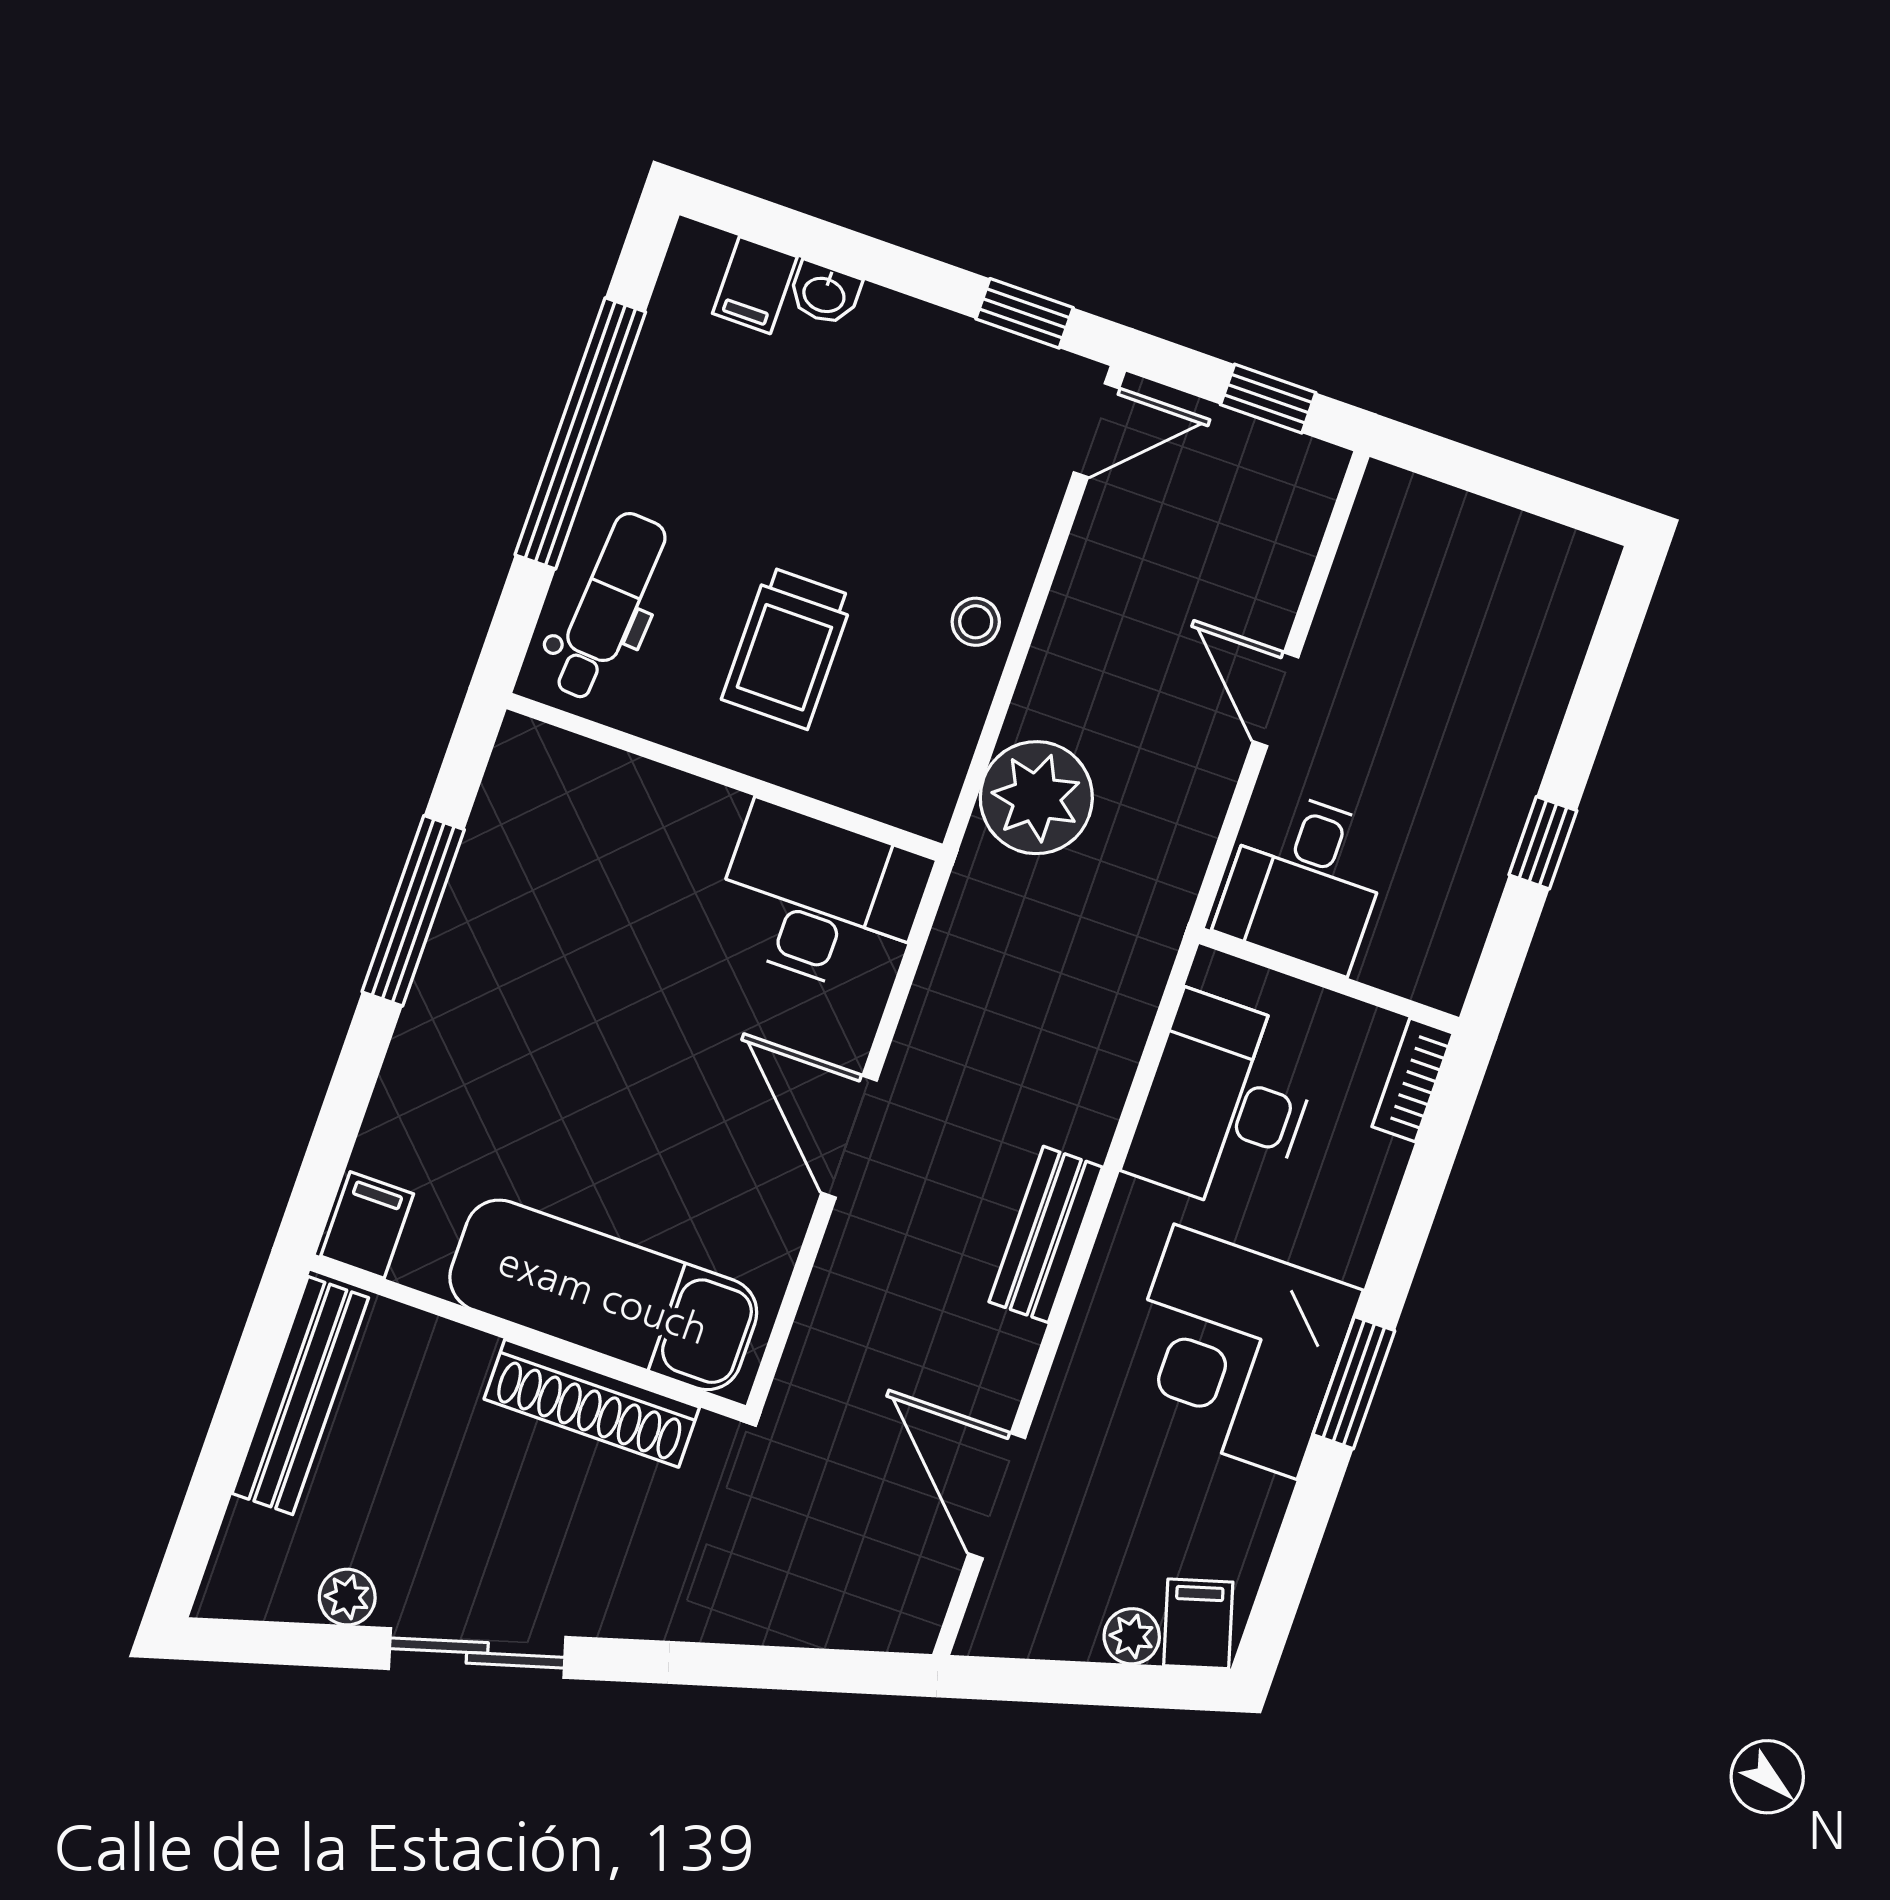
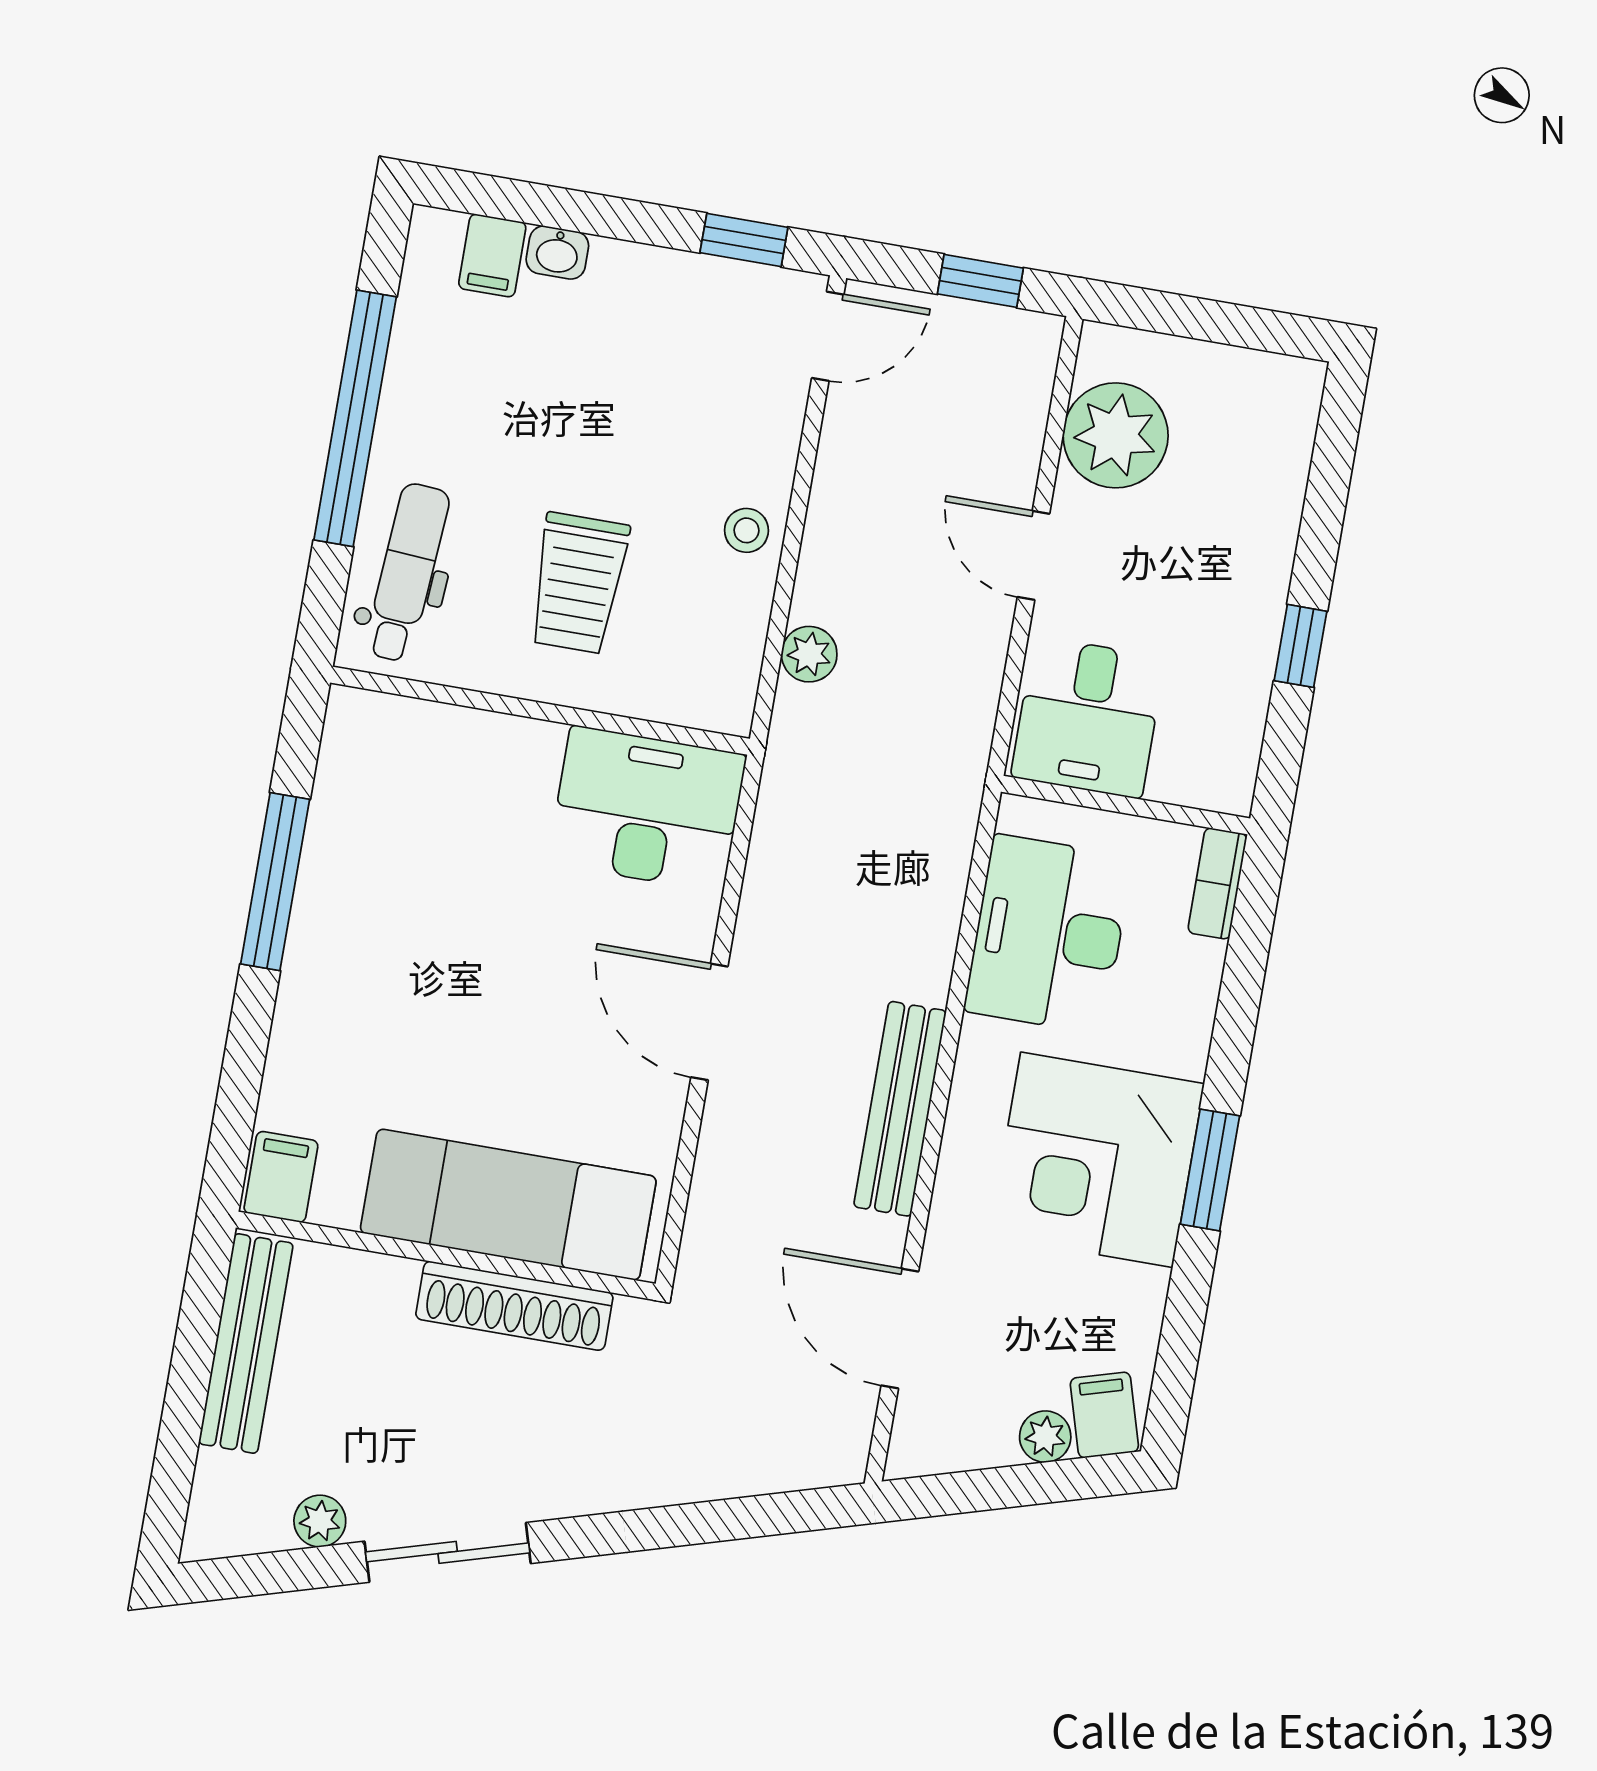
plant: (1384, 587) -> (1116, 435), added
plant: (1036, 798) -> (809, 654), width x0.53, depth x0.53
bench: (1046, 1234) -> (900, 1109), width x1.36

